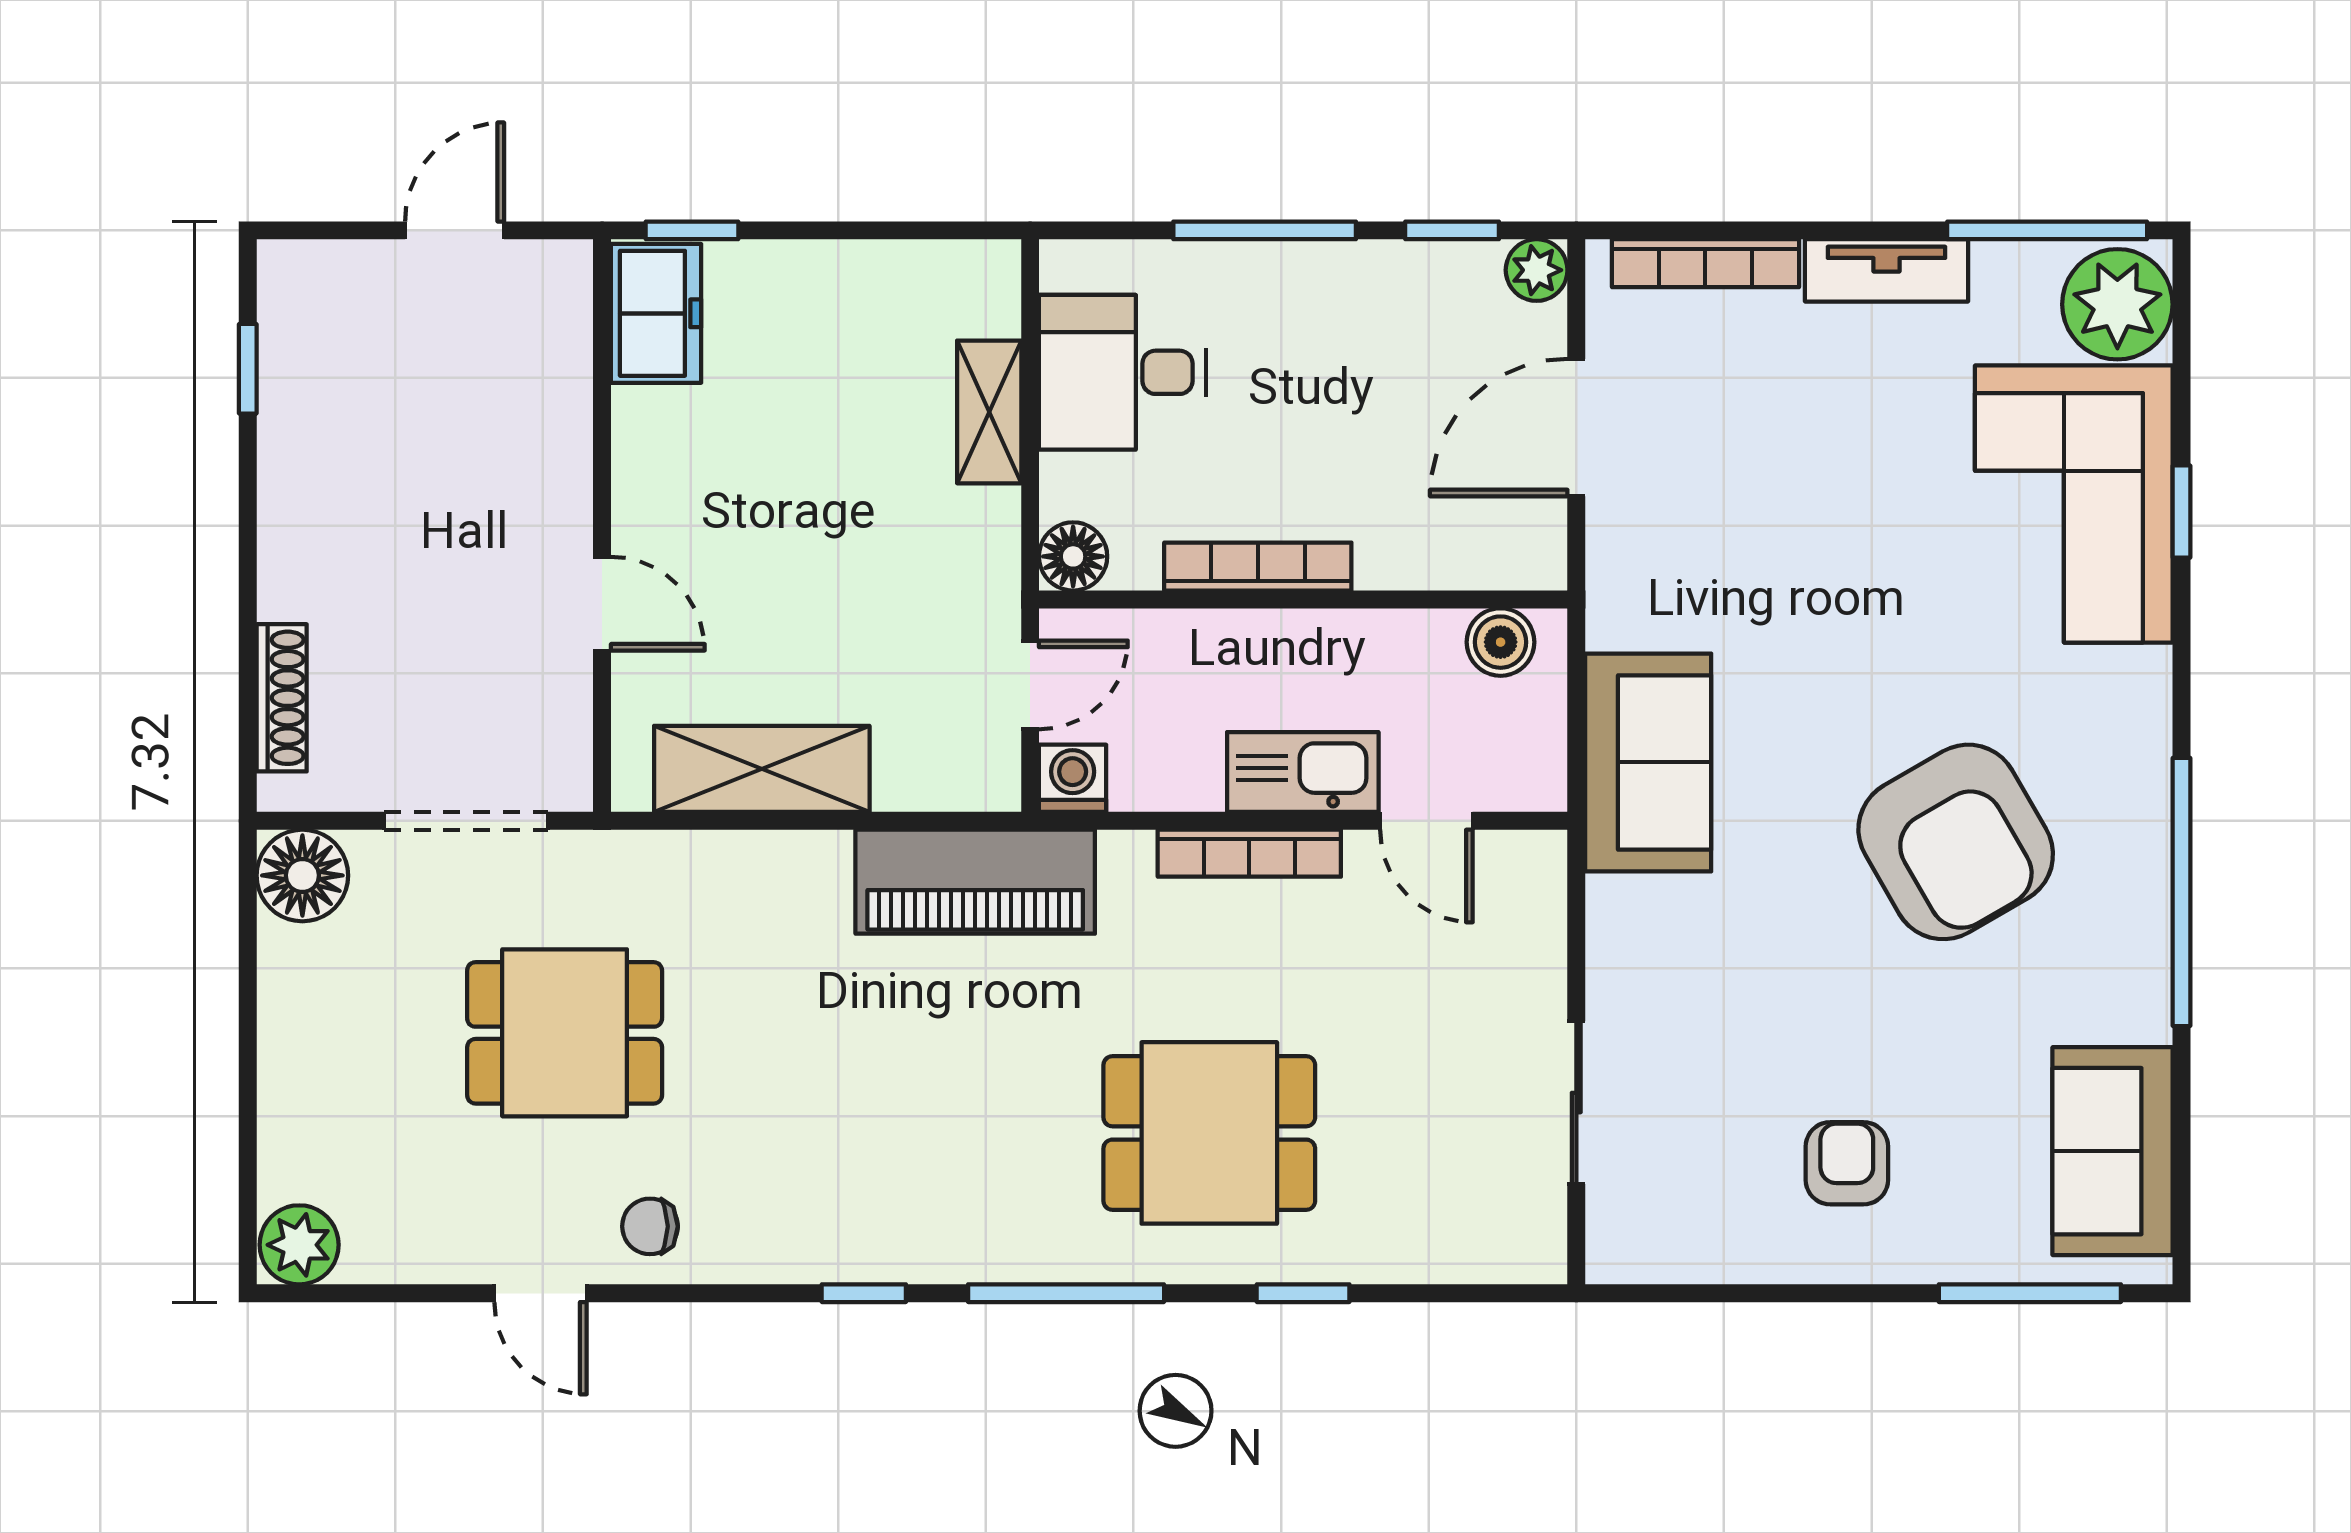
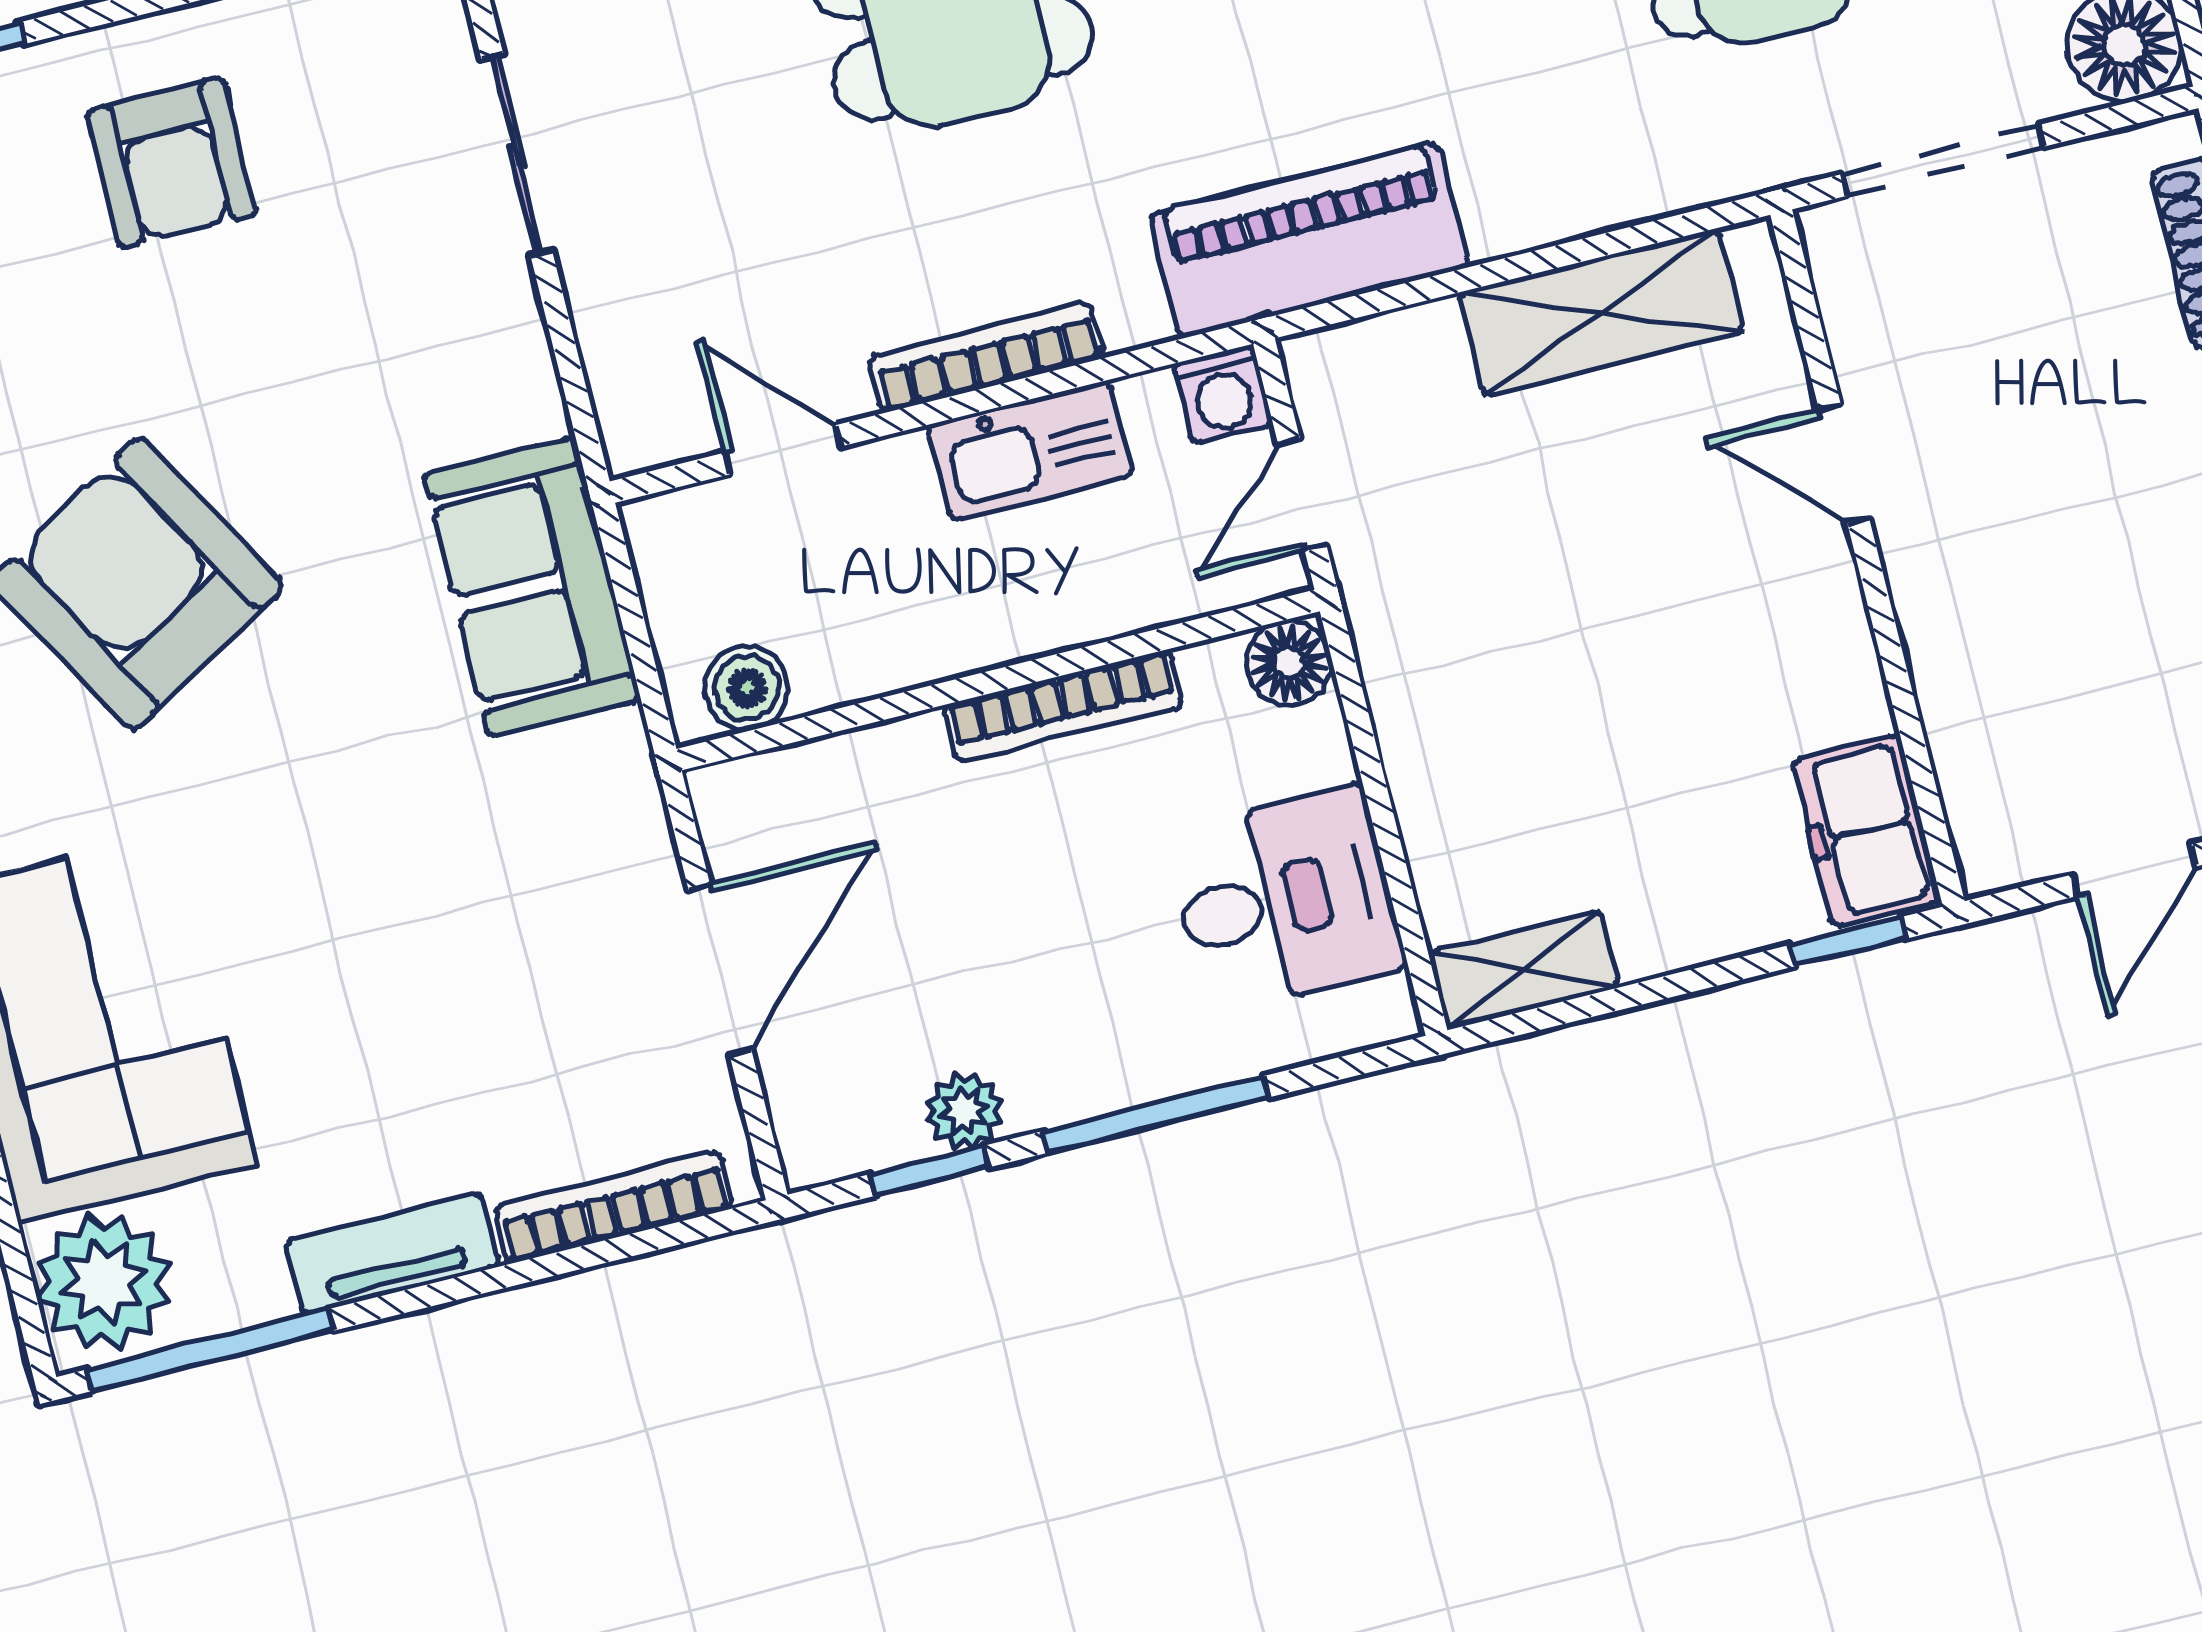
plant: (1537, 270) -> (965, 1111), moved
shelving: (989, 412) -> (1524, 970), moved, turned 90
kitchen sink: (1303, 772) -> (1031, 450), moved
armchair: (1847, 1163) -> (171, 163), width x1.38, depth x1.38

